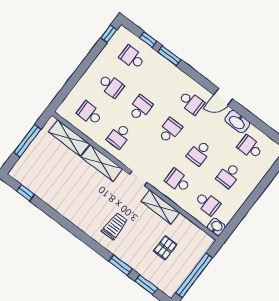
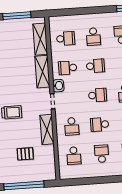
school desk: (90, 114) -> (66, 39), turned 90
school desk: (229, 175) -> (102, 154), turned 90
school desk: (178, 181) -> (72, 126), turned 180
washbasin: (216, 227) -> (58, 86), moved

